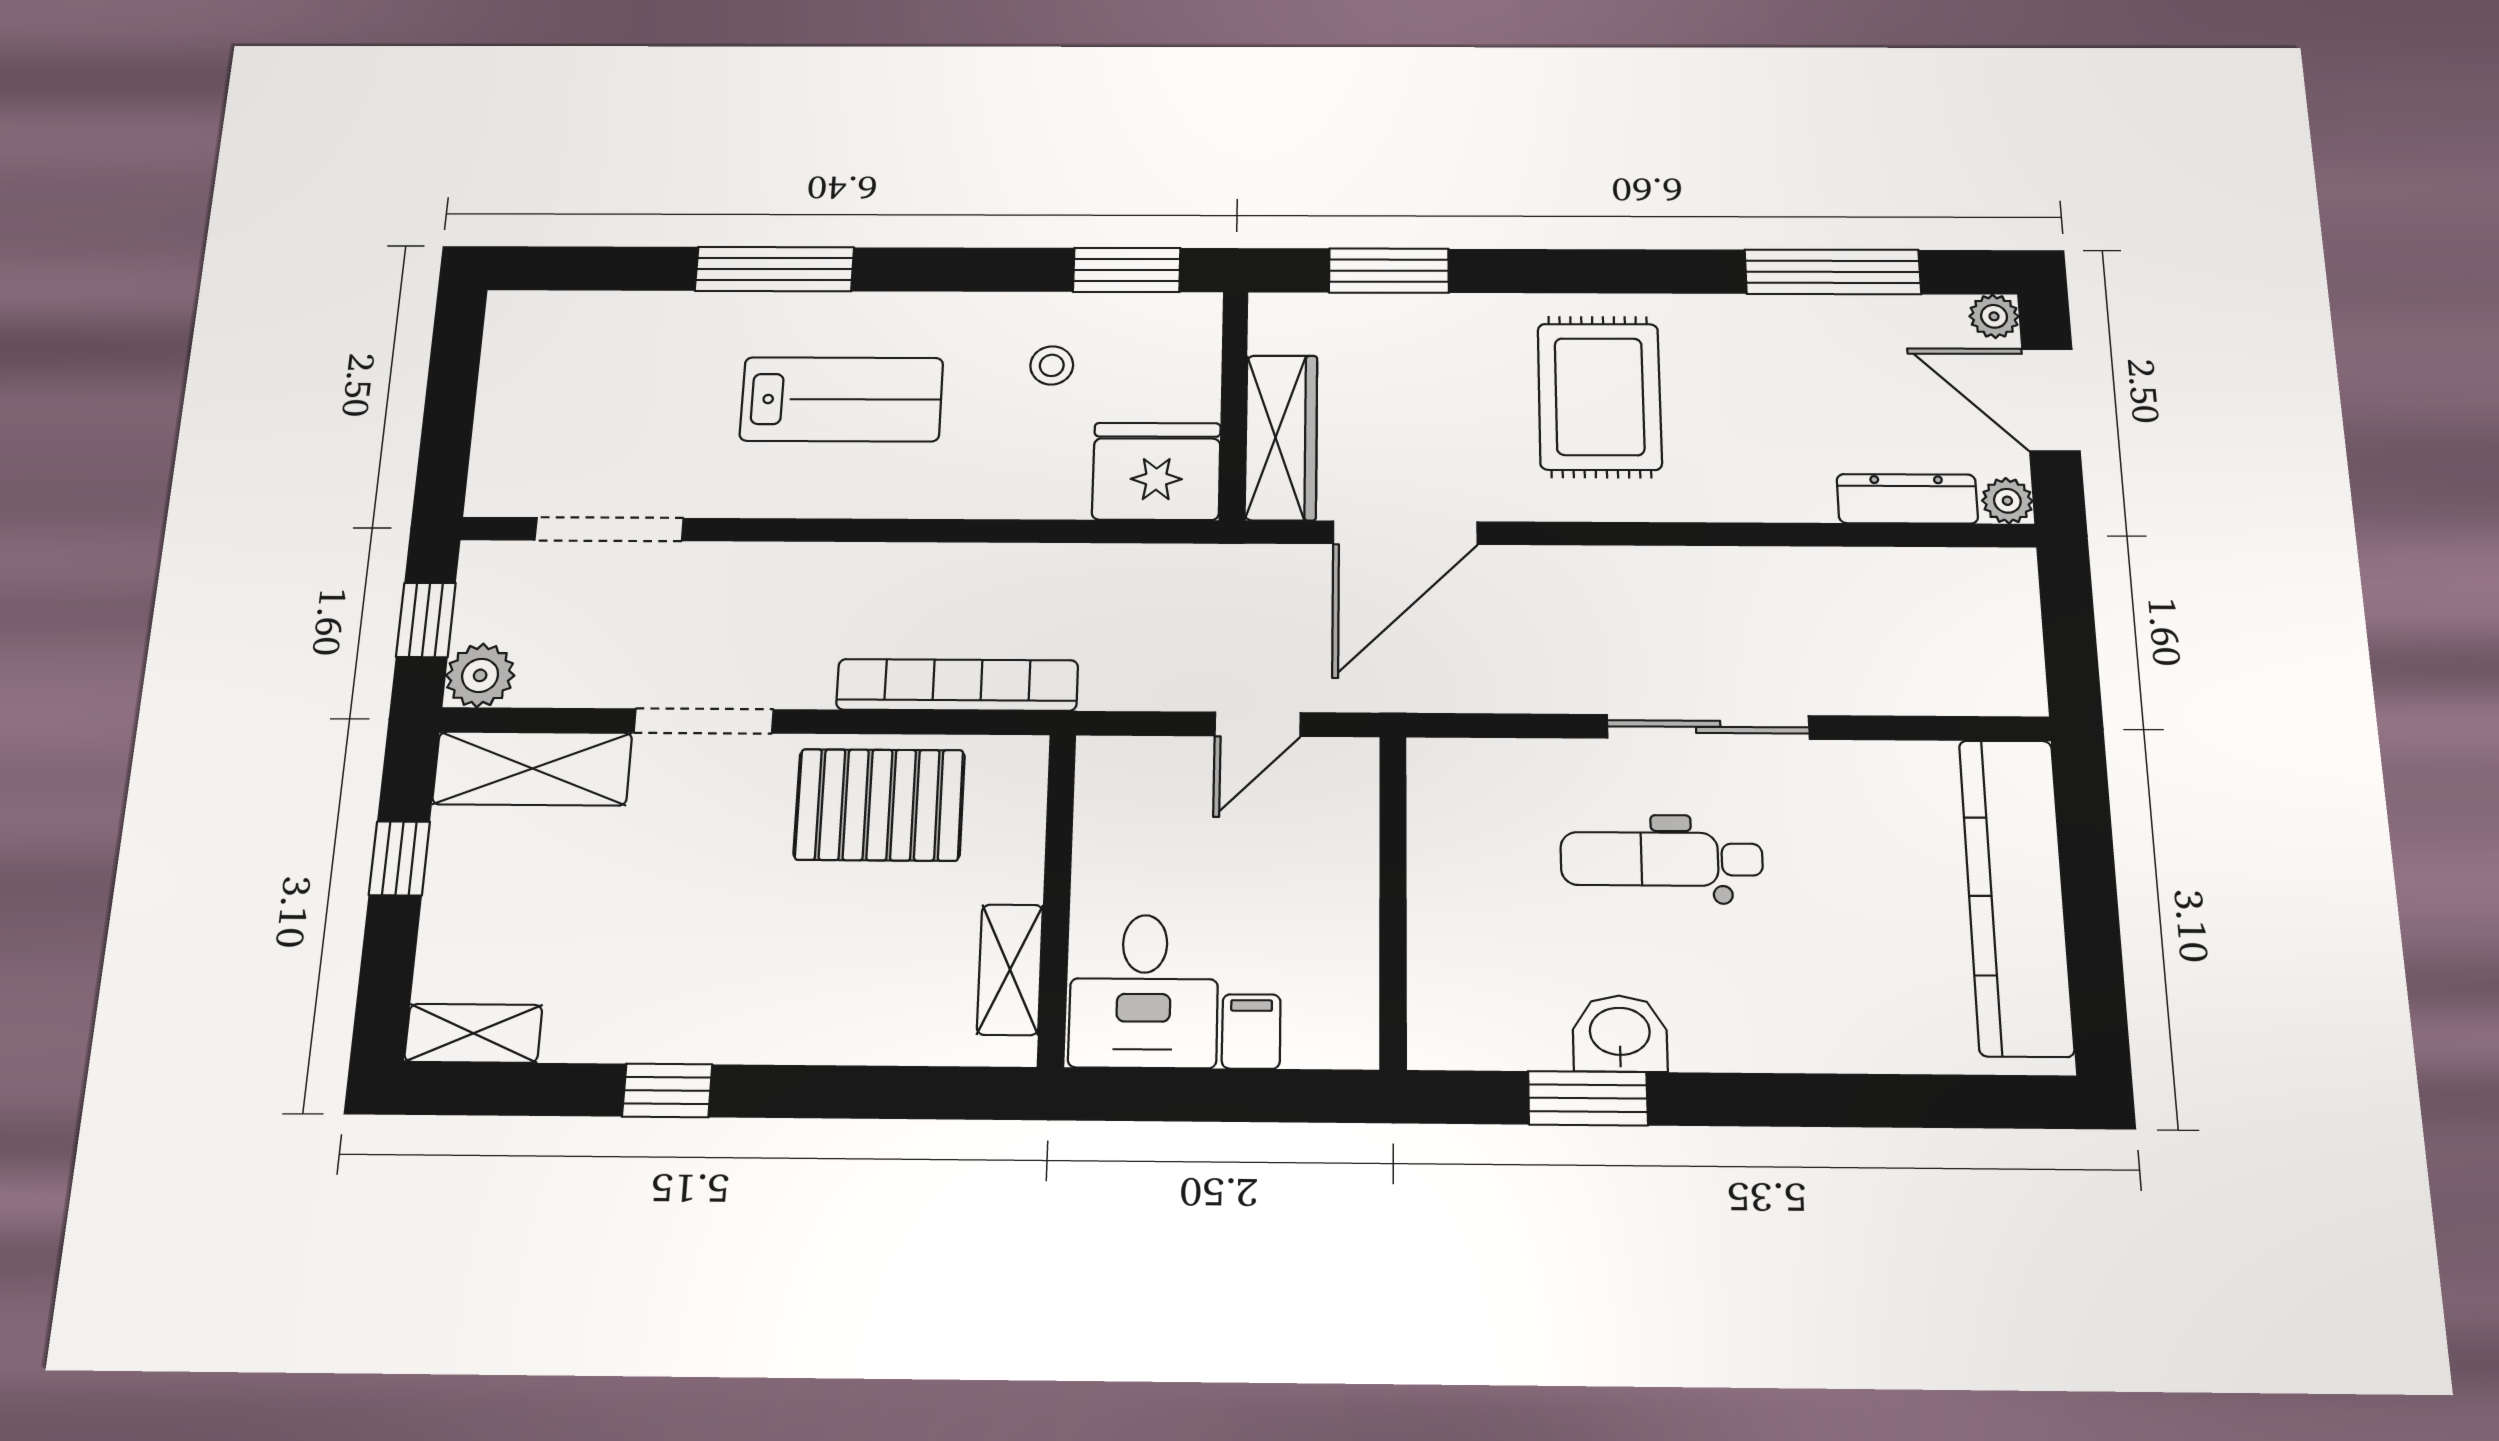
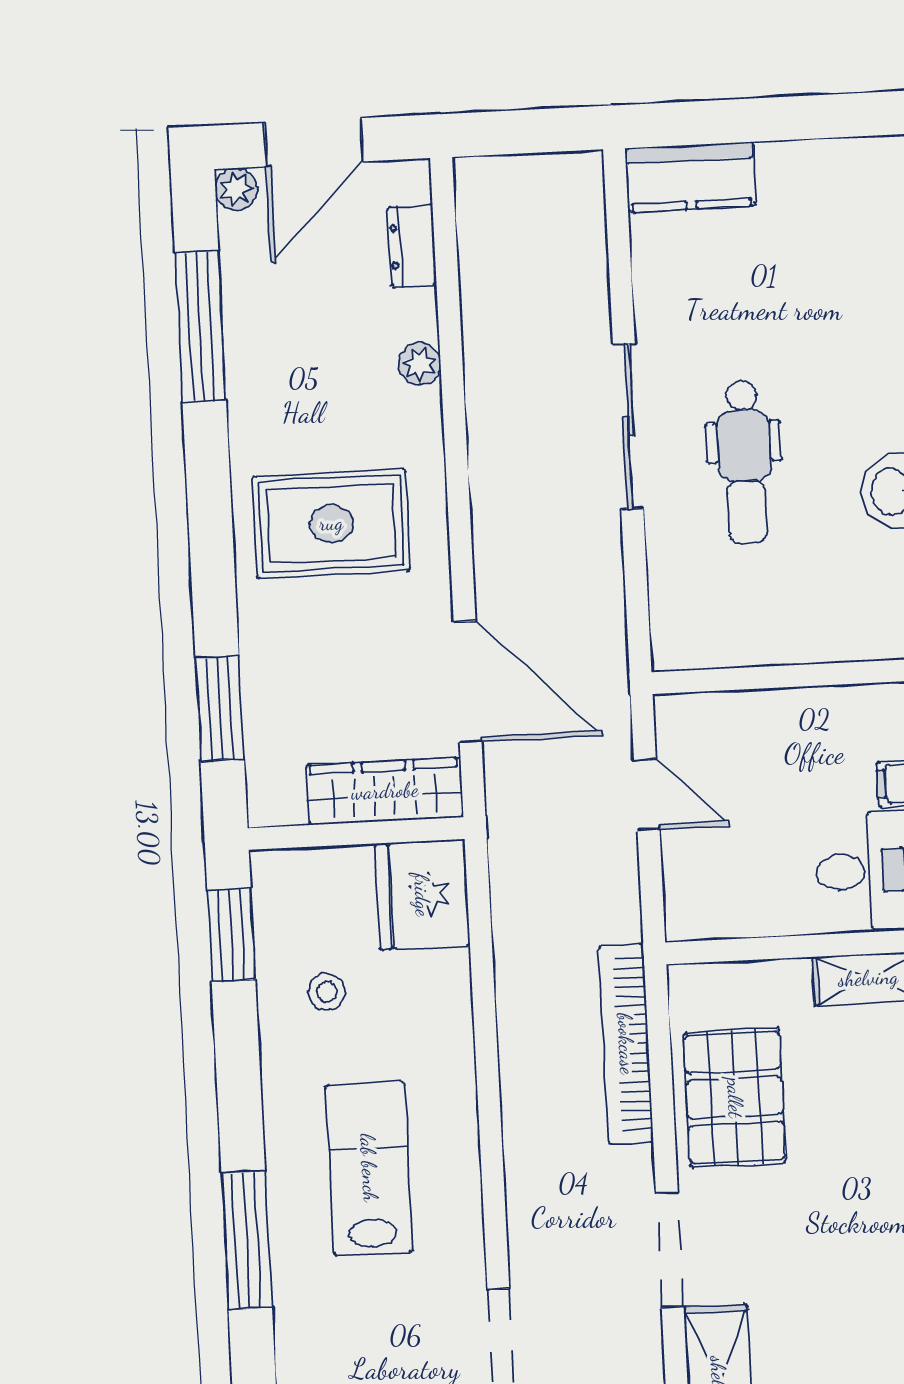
dresser: (1907, 499) -> (412, 246), width x0.70
plant: (2007, 501) -> (419, 364), moved
kitchen counter: (2016, 896) -> (690, 177), width x0.48, depth x0.86

